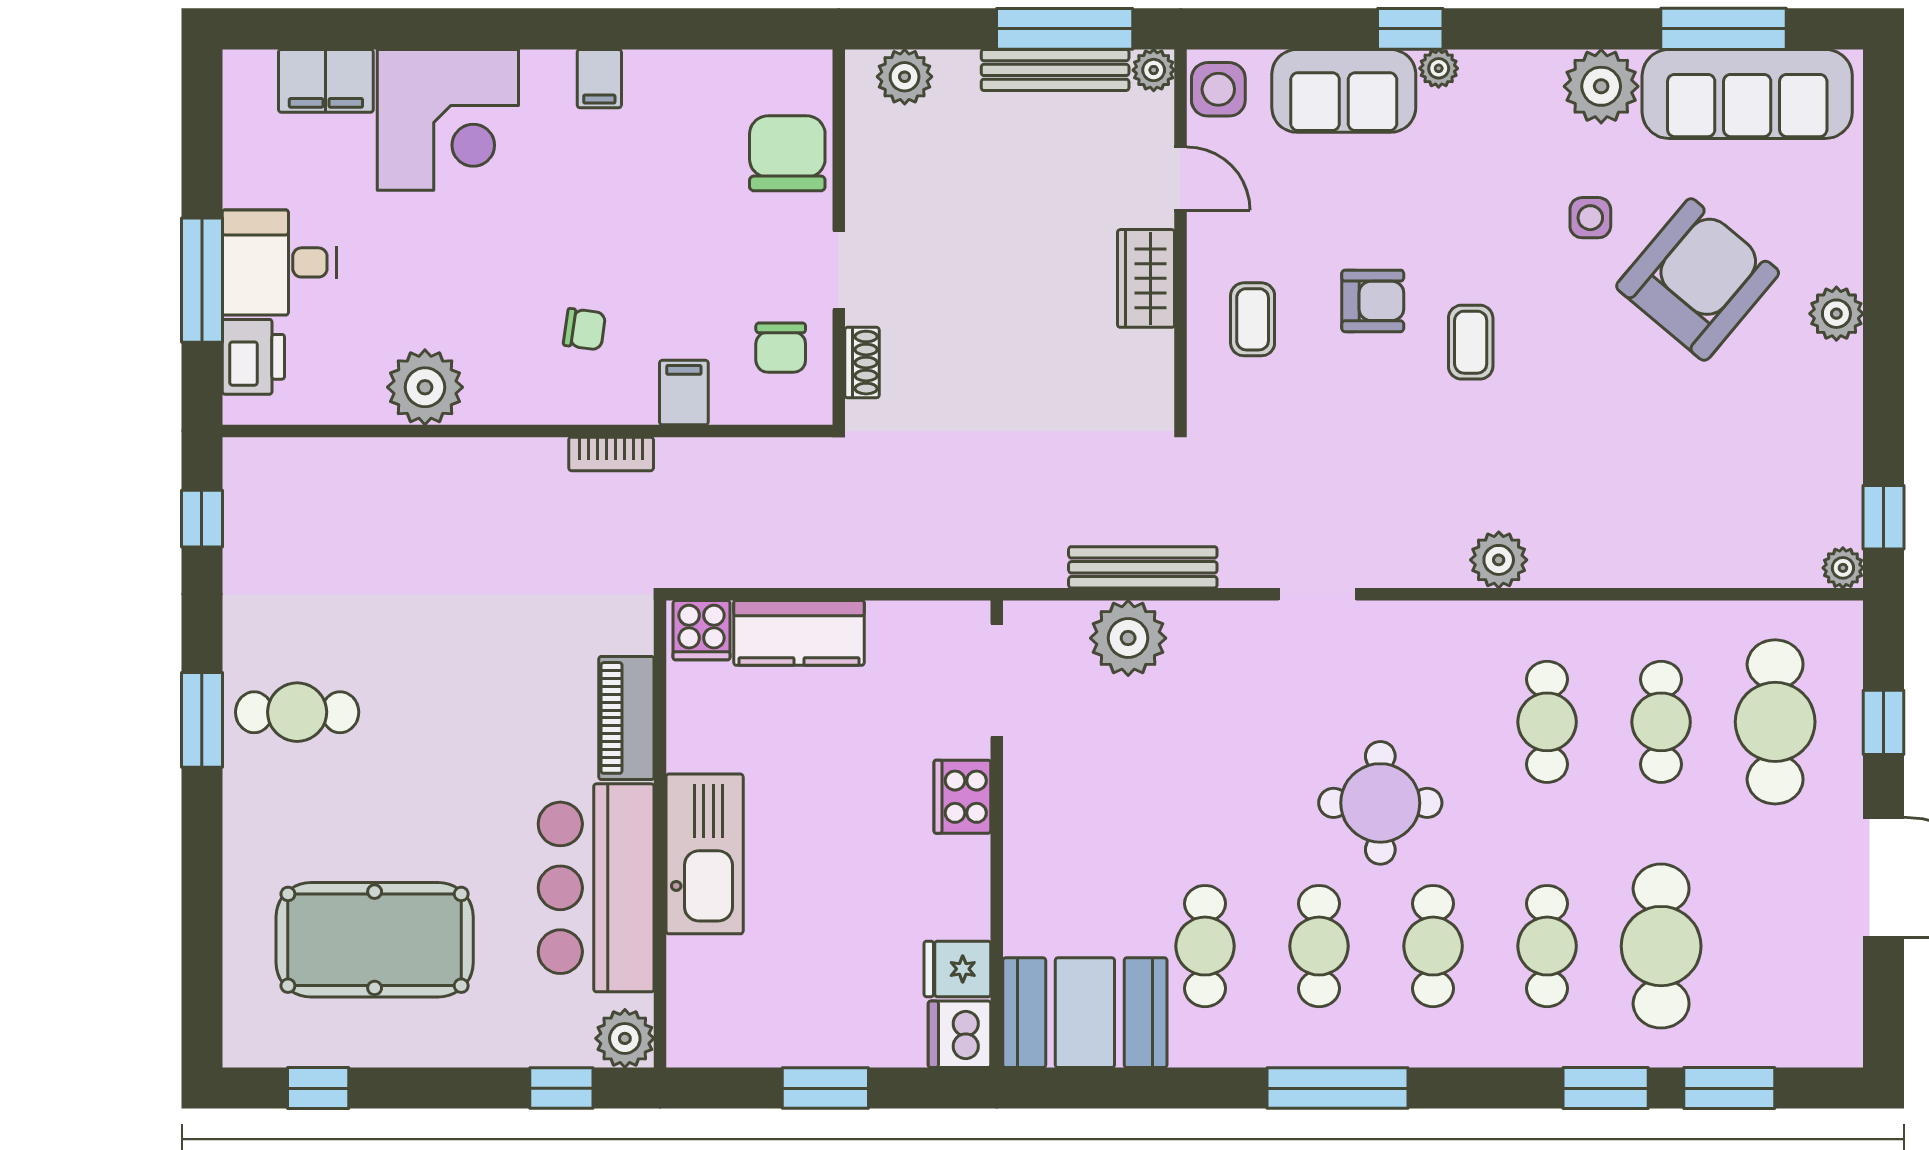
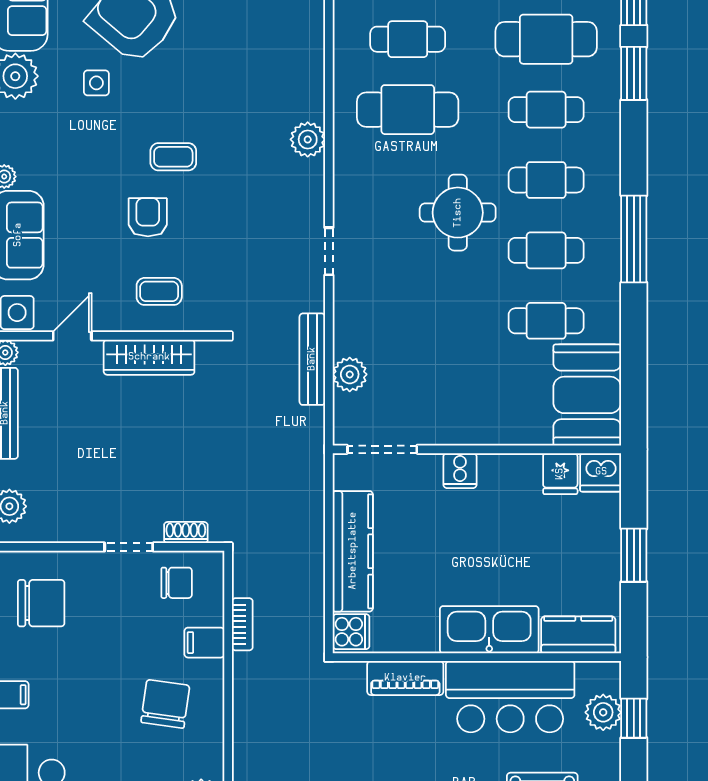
chair: (787, 153) -> (41, 603), moved, turned 180
wardrobe: (1146, 278) -> (149, 357), width x1.50
chair: (584, 329) -> (165, 704), width x1.87, depth x1.87
bookcase: (611, 454) -> (242, 624), moved
kitchen counter: (799, 633) -> (353, 551), width x1.50
plant: (1128, 638) -> (350, 374), width x0.73, depth x0.73
cafe table: (1547, 722) -> (408, 110), width x1.37, depth x1.35
cooker: (962, 797) -> (460, 471), width x0.73
kitchen counter: (696, 998) -> (578, 635), added
plant: (625, 1038) -> (603, 712), moved

